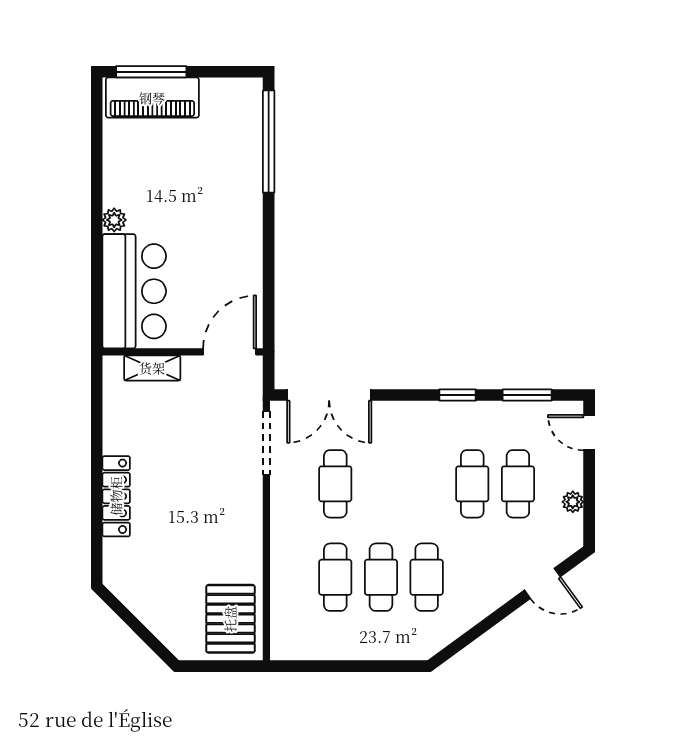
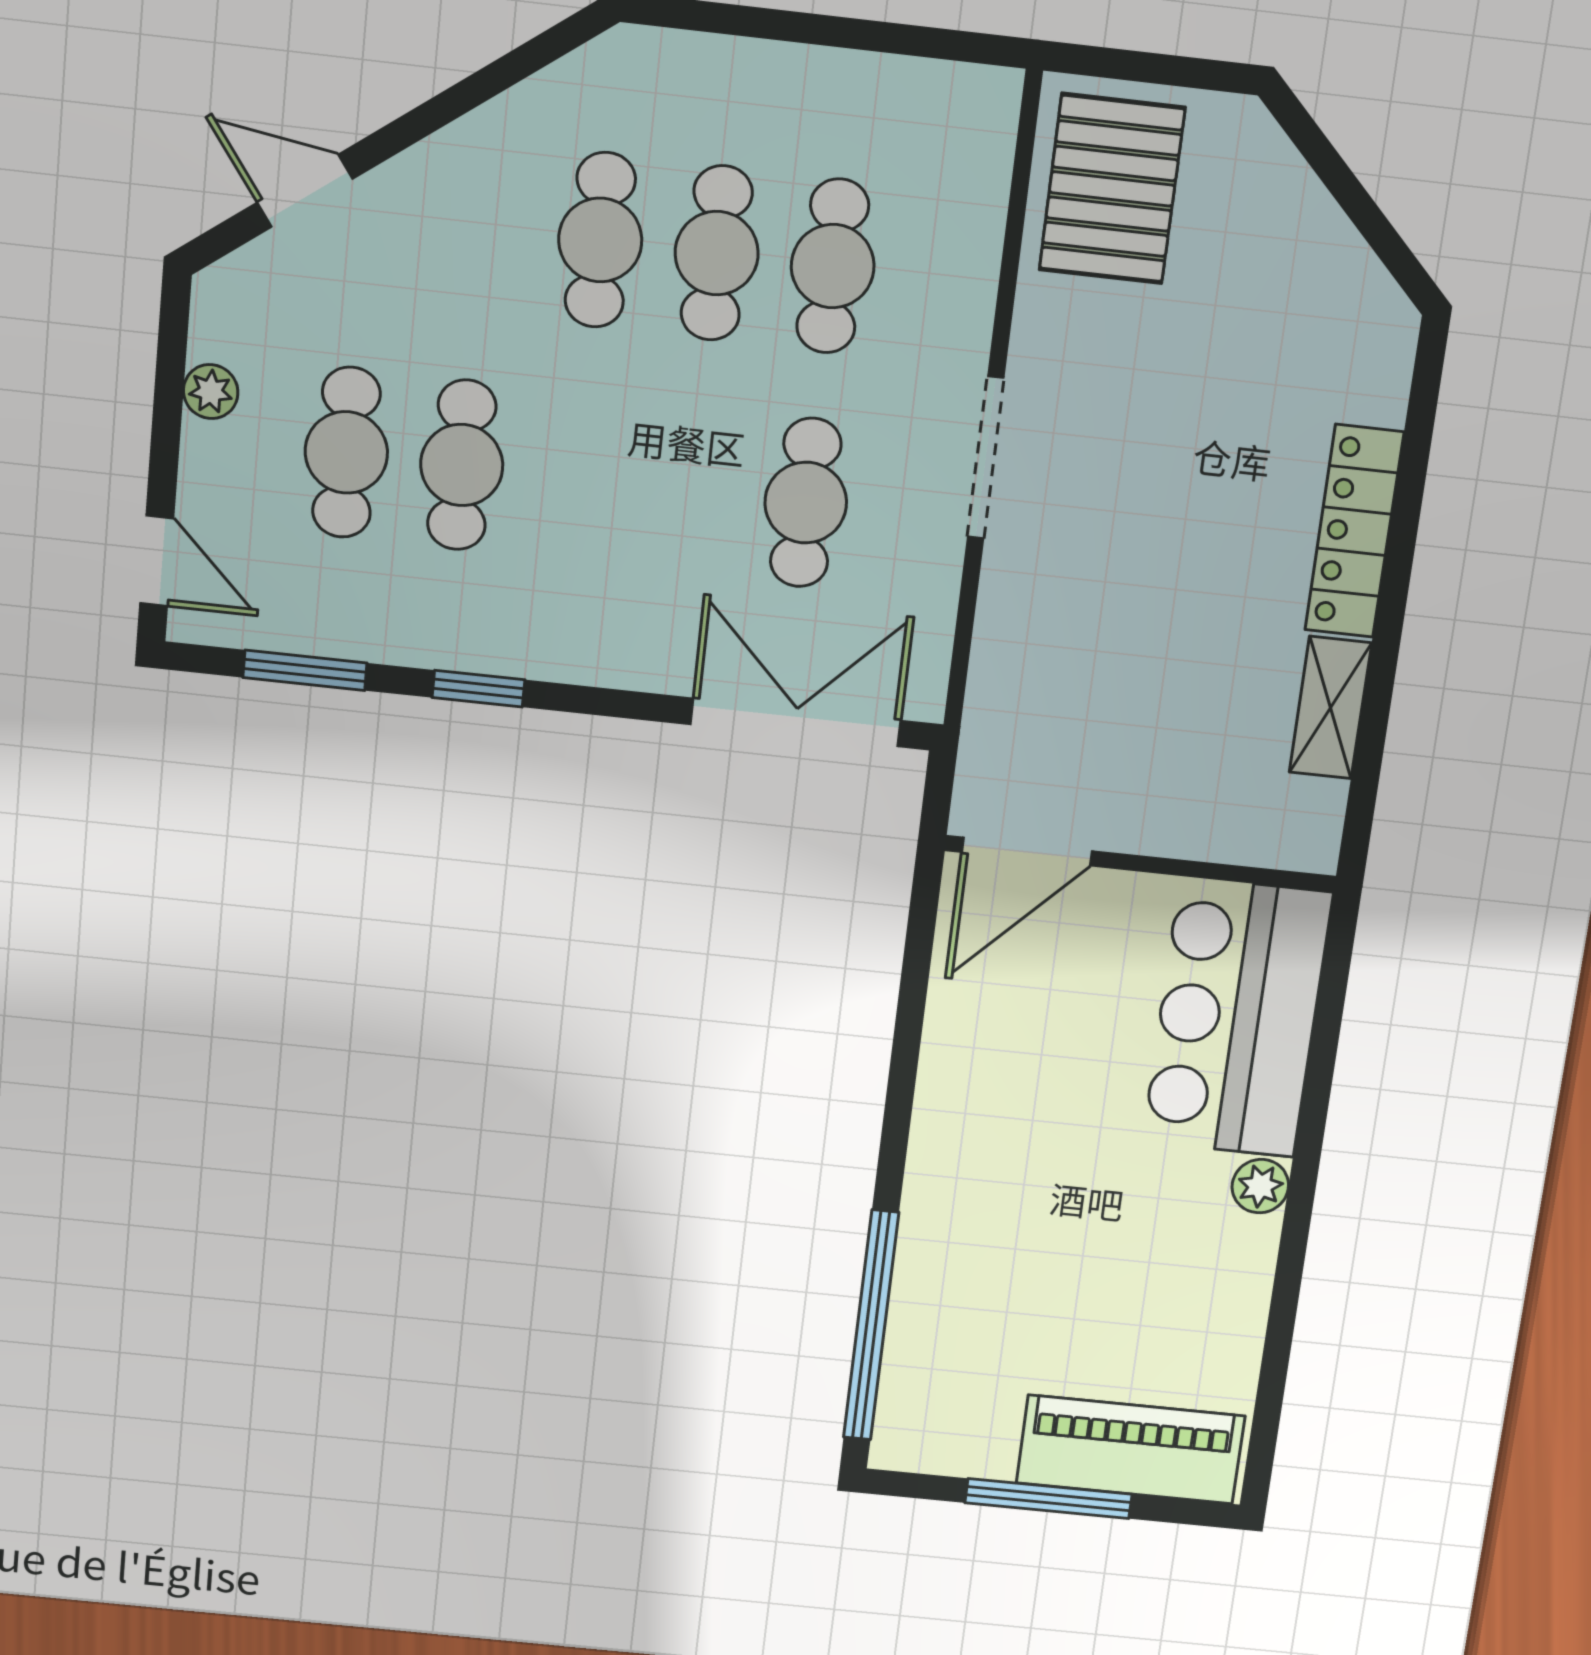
window: (151, 72) -> (1049, 1499), moved
shelving: (152, 368) -> (1330, 708), moved, turned 90
doorway: (266, 443) -> (986, 458), moved

